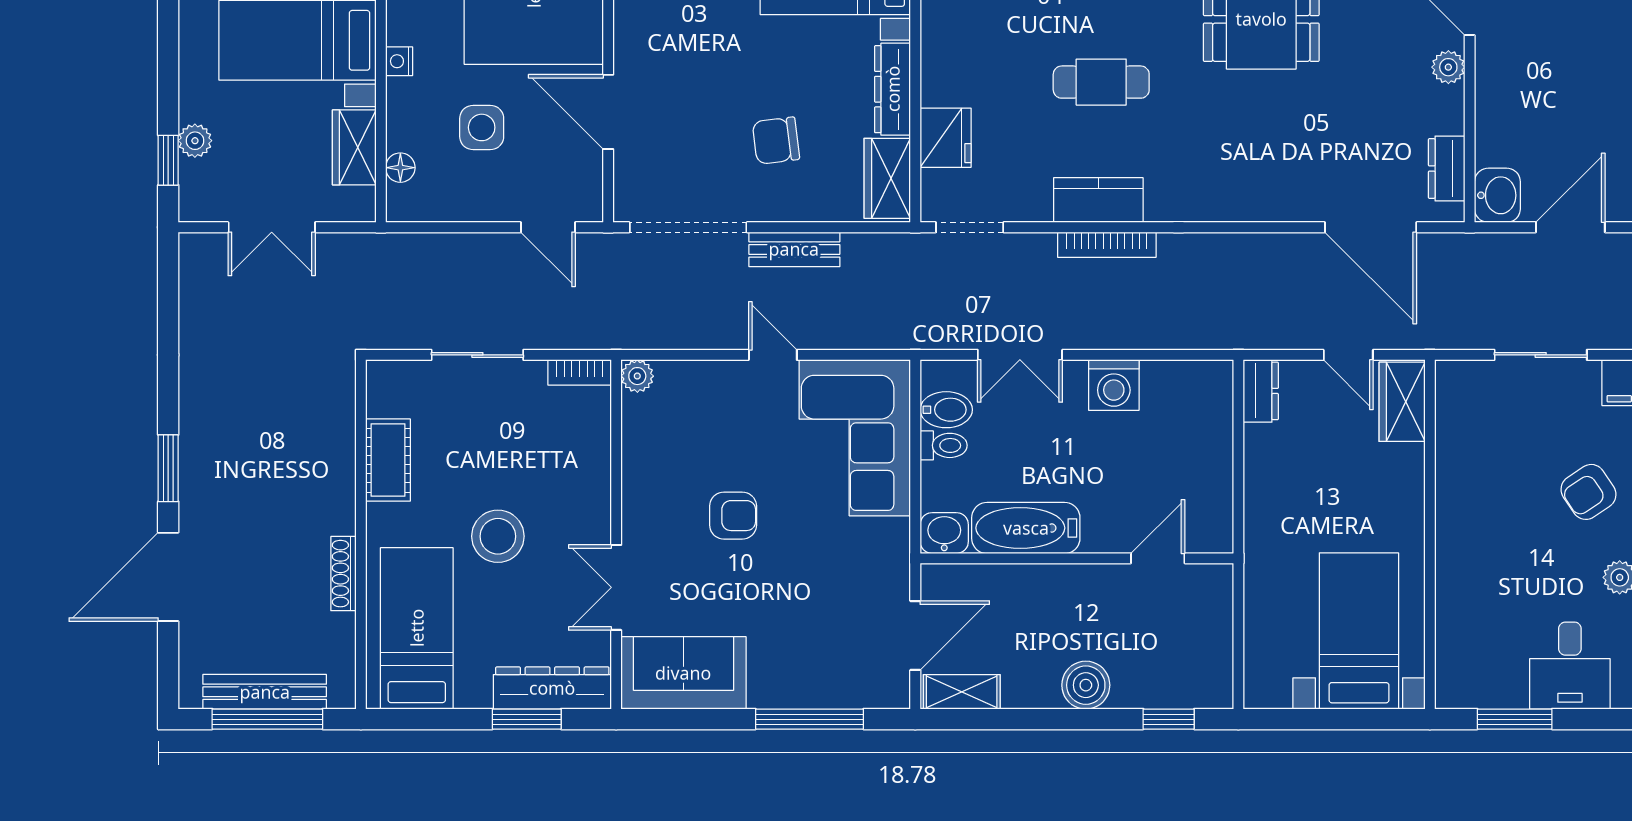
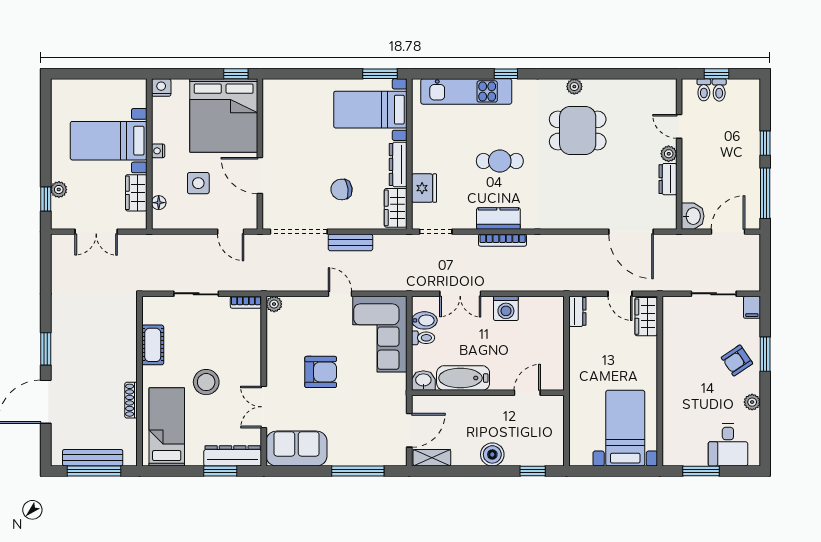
dresser: (1447, 169) -> (668, 179), moved
armchair: (733, 516) -> (321, 372), width x1.38, depth x1.38

